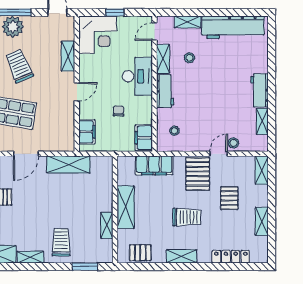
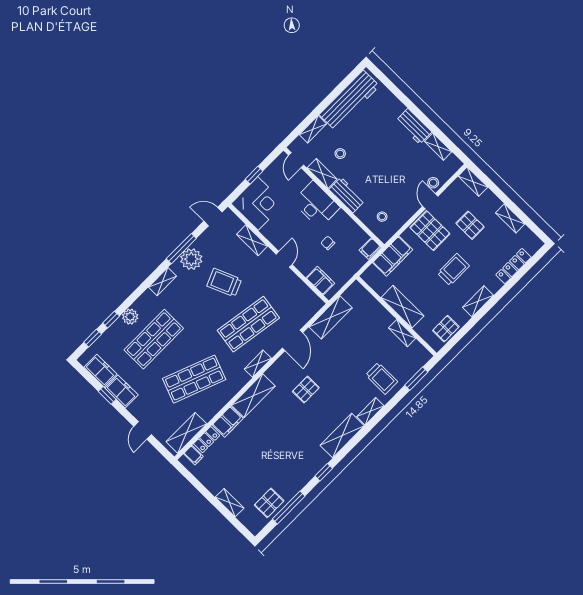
filing cabinet: (144, 138) -> (370, 248), width x0.50
trolley: (61, 242) -> (382, 378), turned 180

